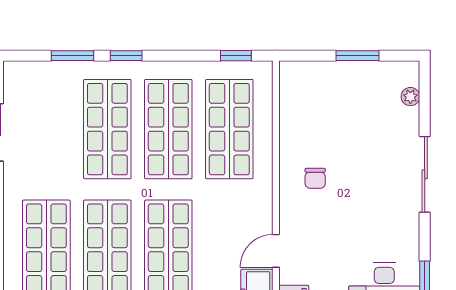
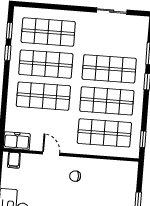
door: (276, 251) -> (51, 154), moved

